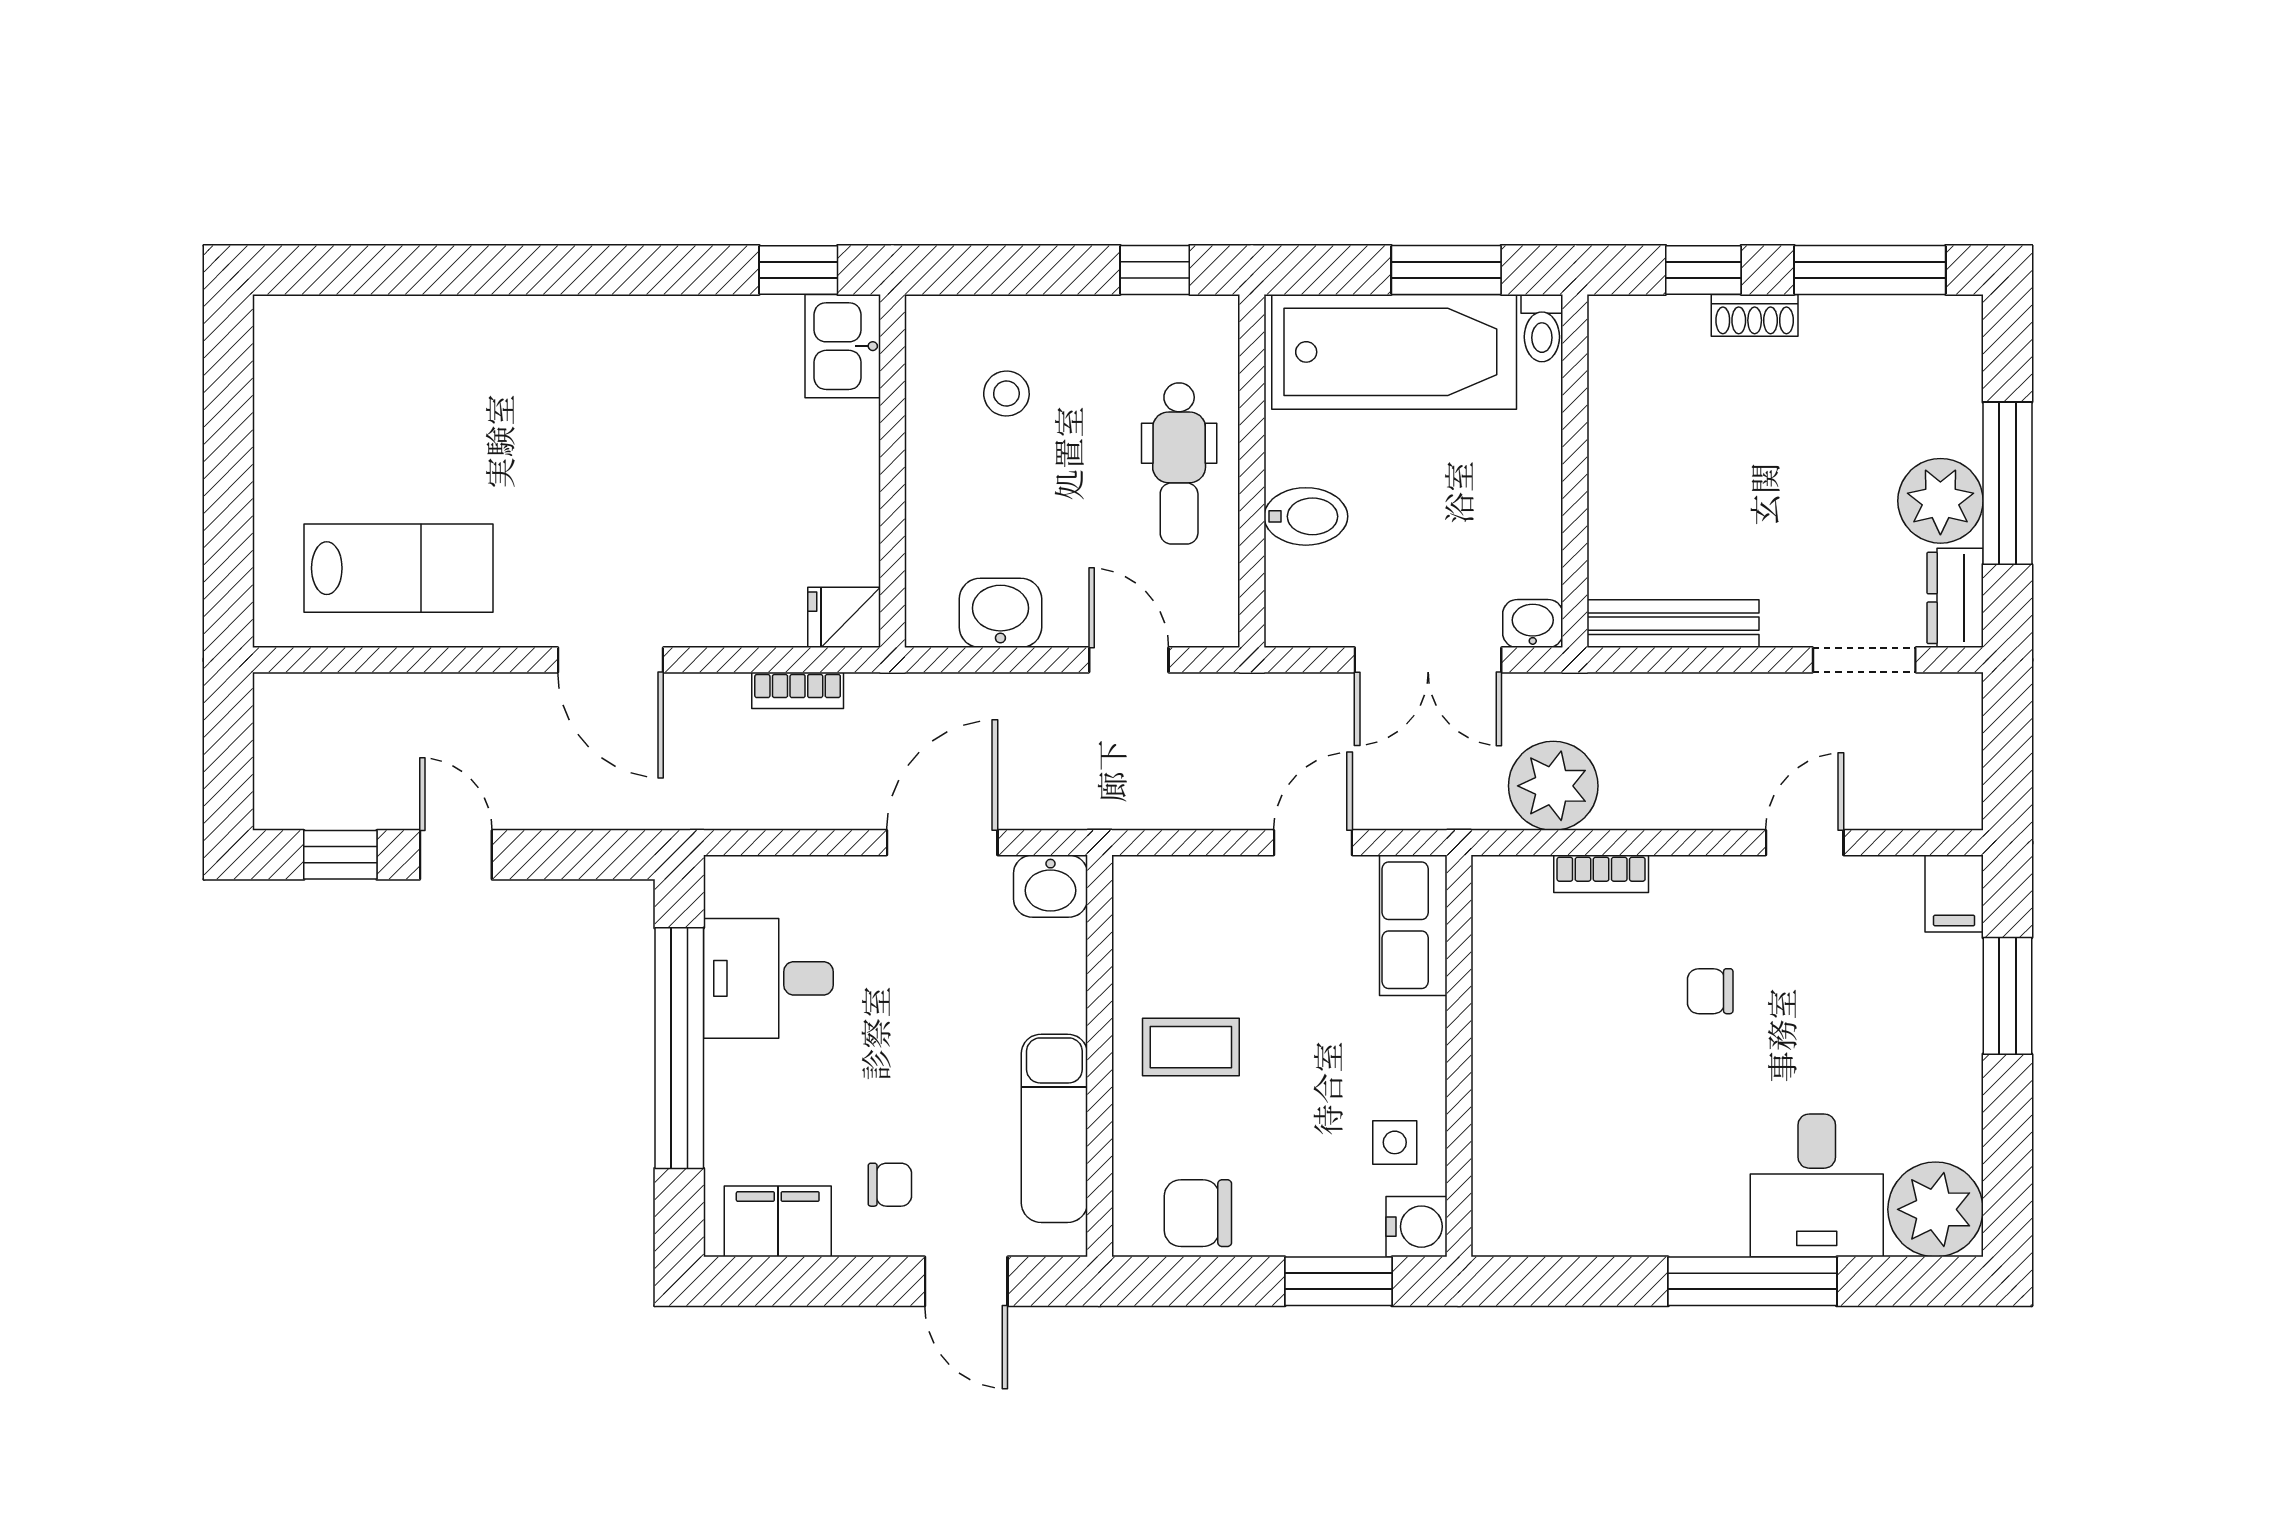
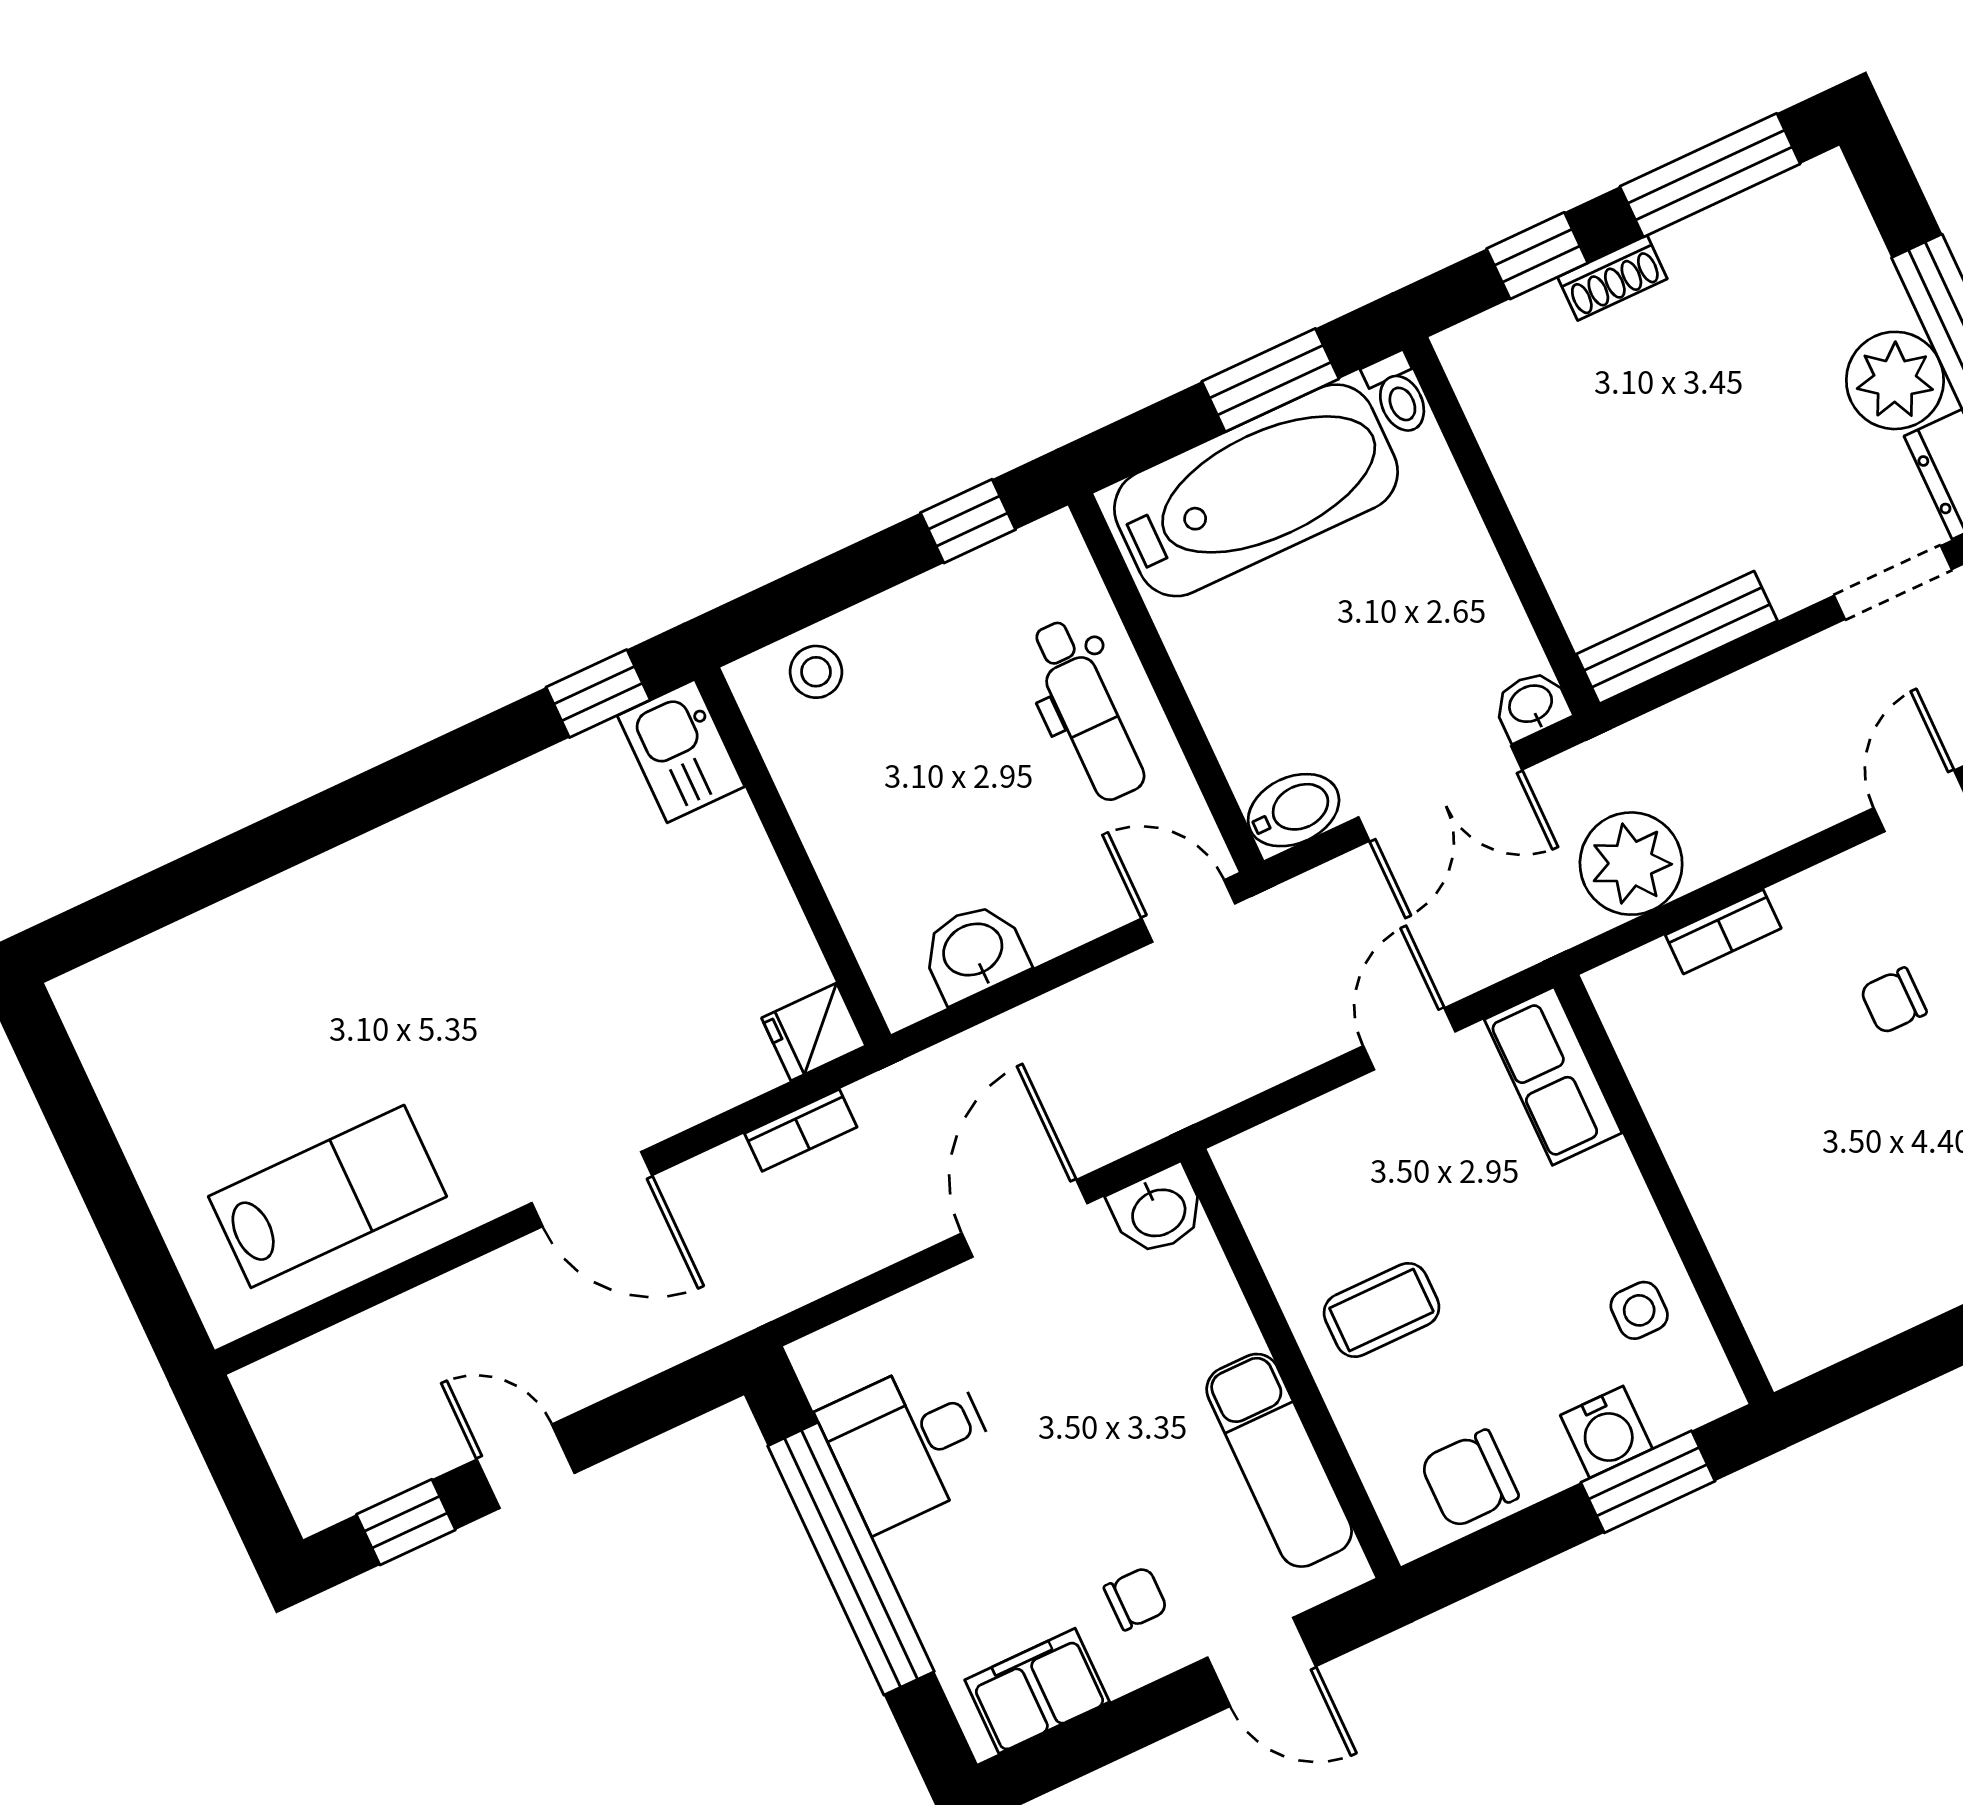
stool: (1006, 394) -> (816, 672), moved
bidet: (1306, 516) -> (1294, 810), moved
door: (1129, 660) -> (1188, 911), moved
water cooler: (1417, 1227) -> (1606, 1432), moved, turned 90

